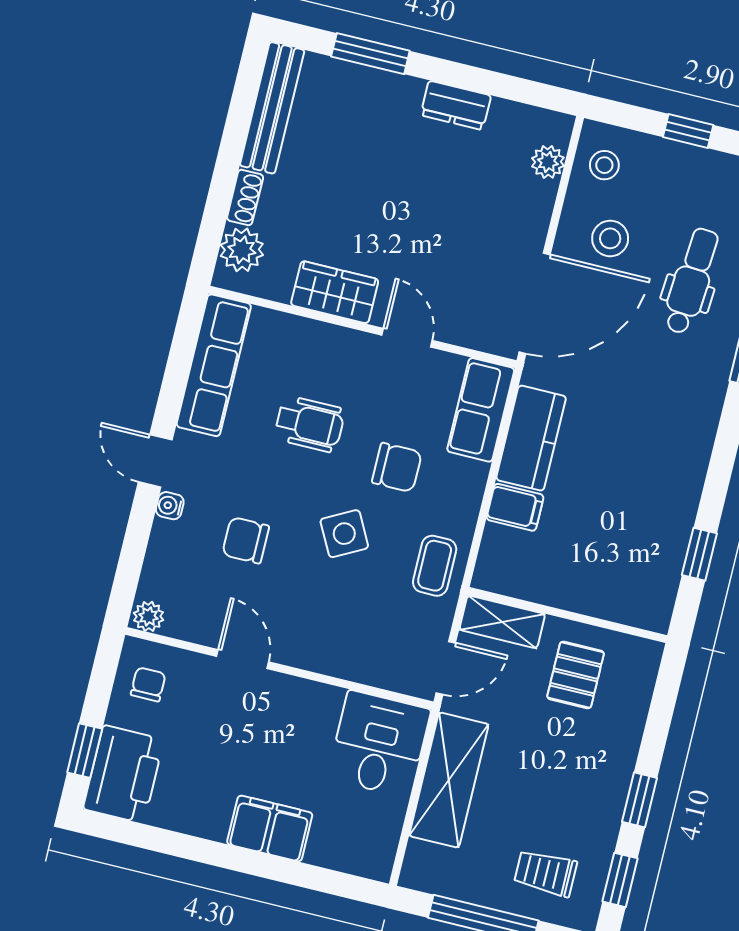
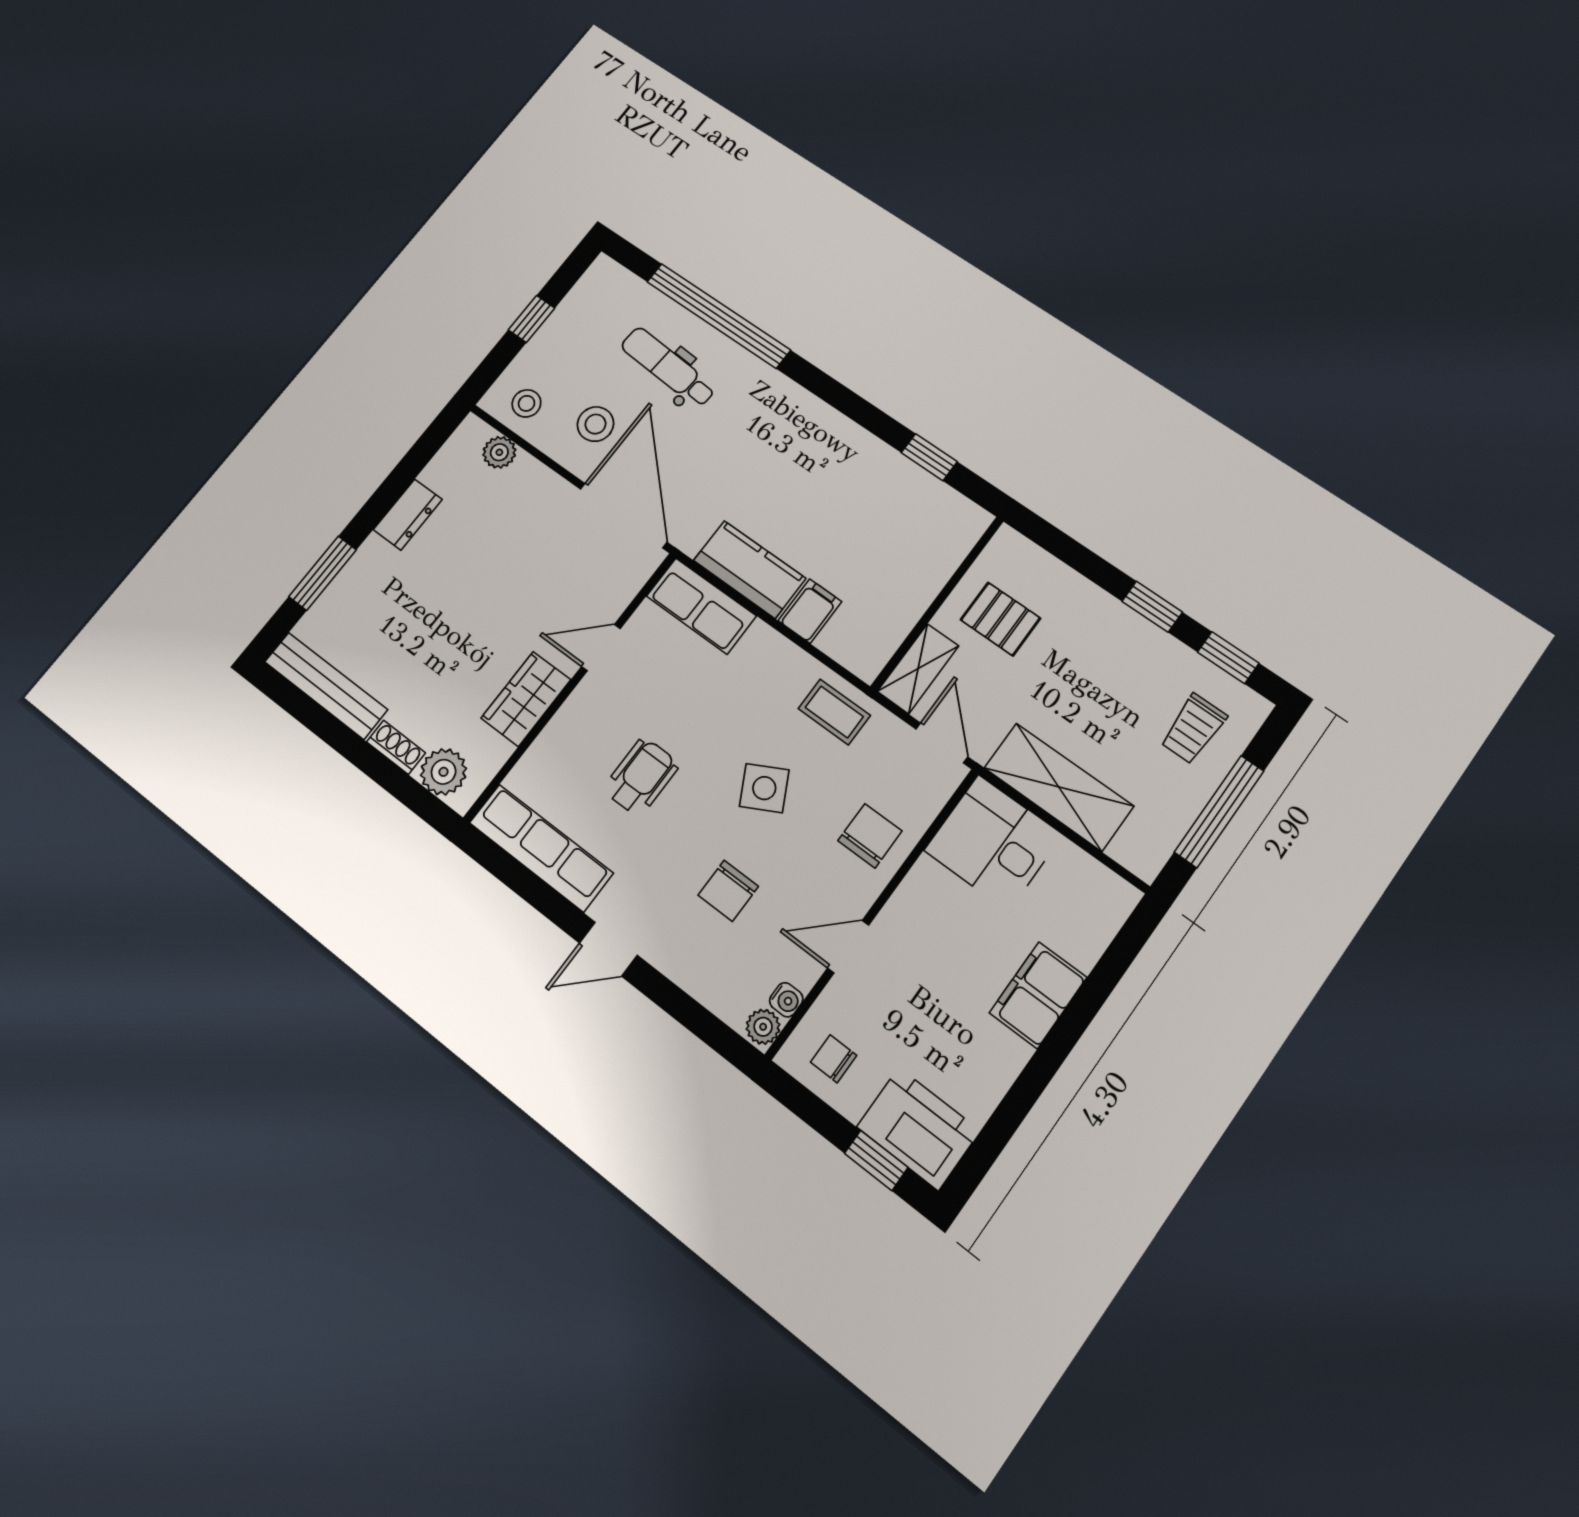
chair: (397, 467) -> (870, 836), moved
water cooler: (170, 506) -> (786, 1000), moved, turned -90

